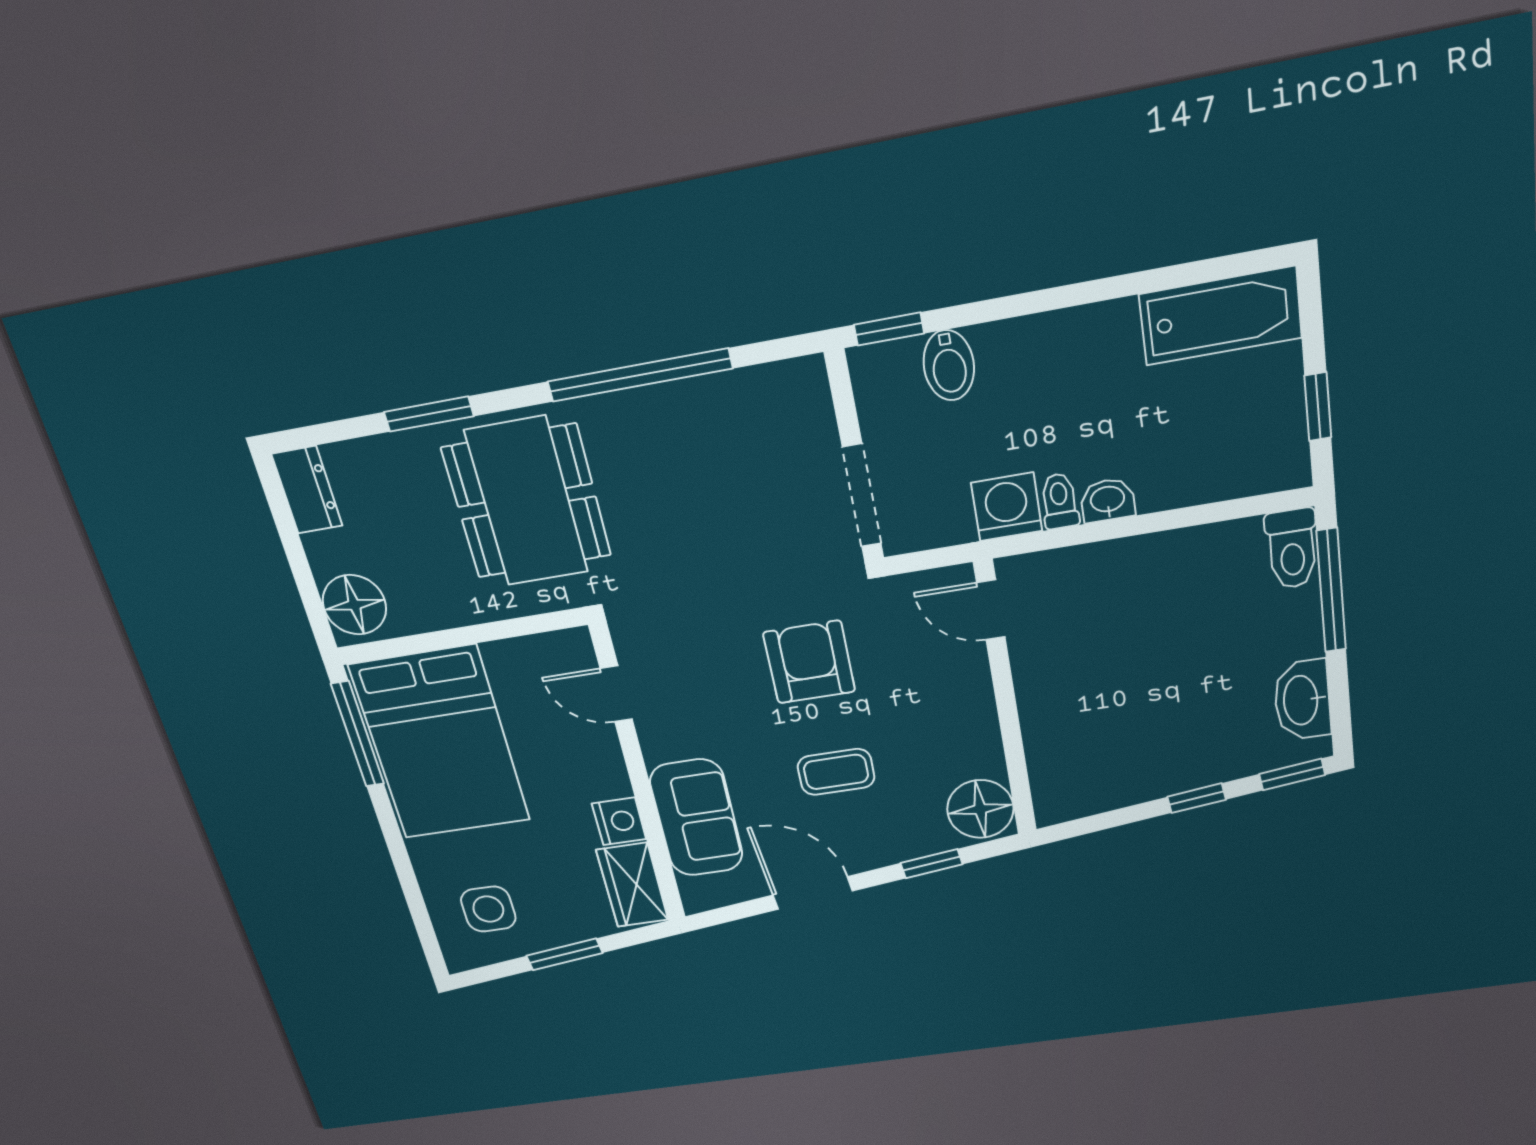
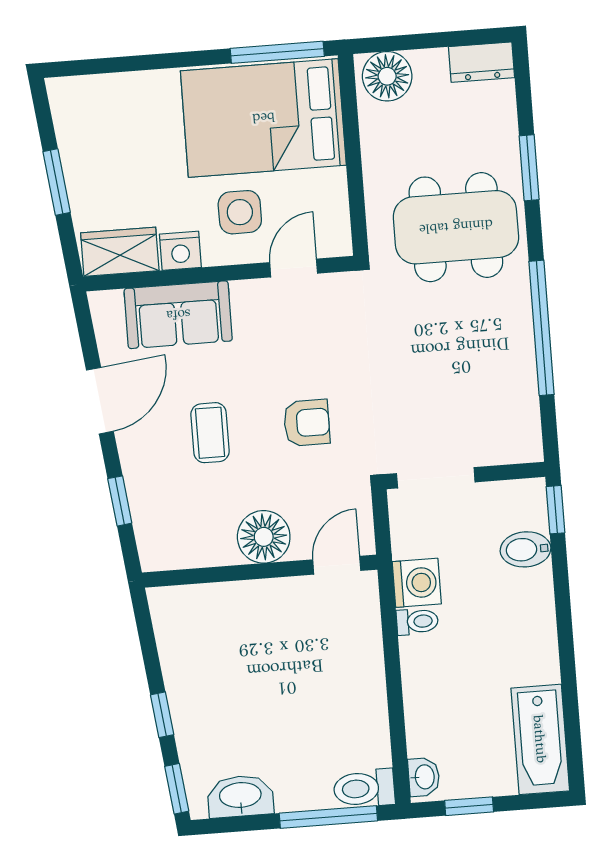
washbasin: (1108, 500) -> (424, 777), moved
armchair: (809, 662) -> (307, 423), width x0.72, depth x0.72
floor lamp: (980, 809) -> (264, 537), moved
side table: (488, 909) -> (240, 212), moved

